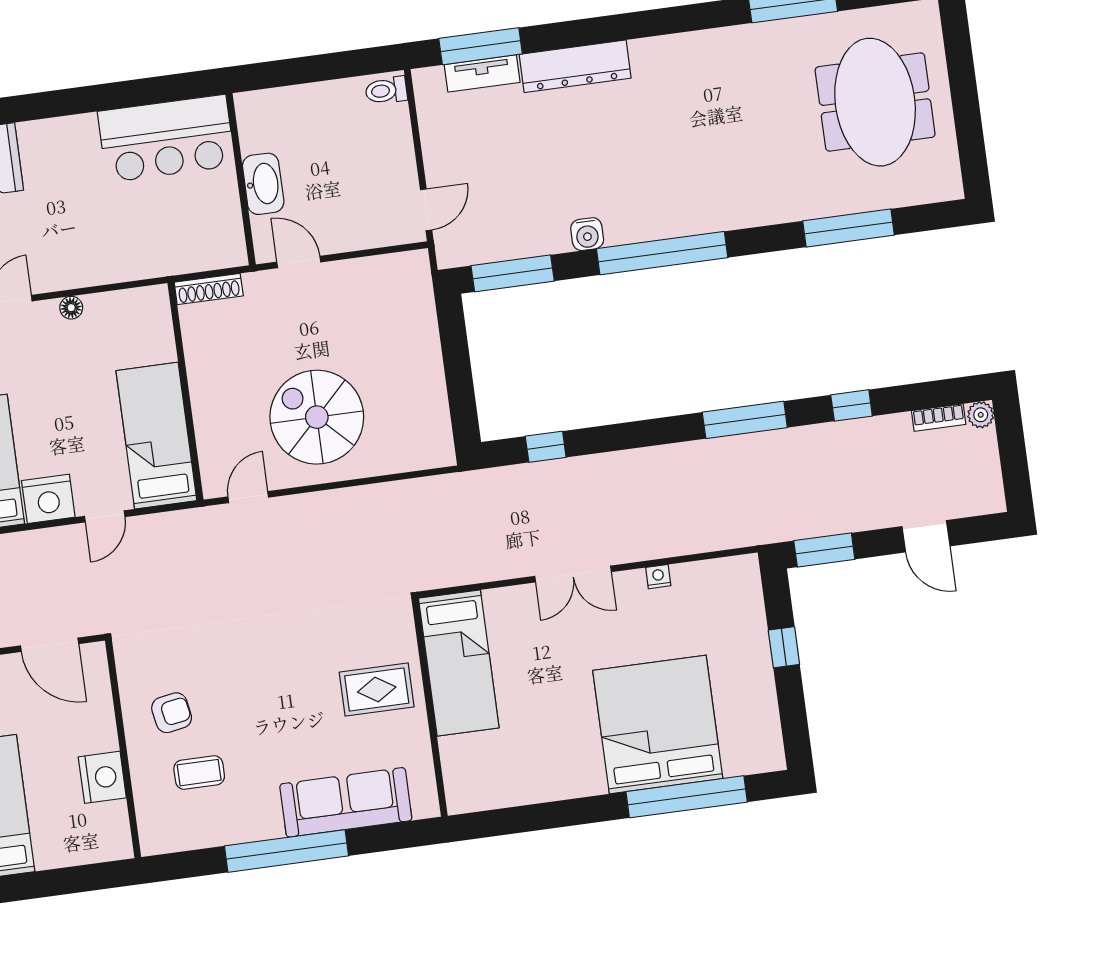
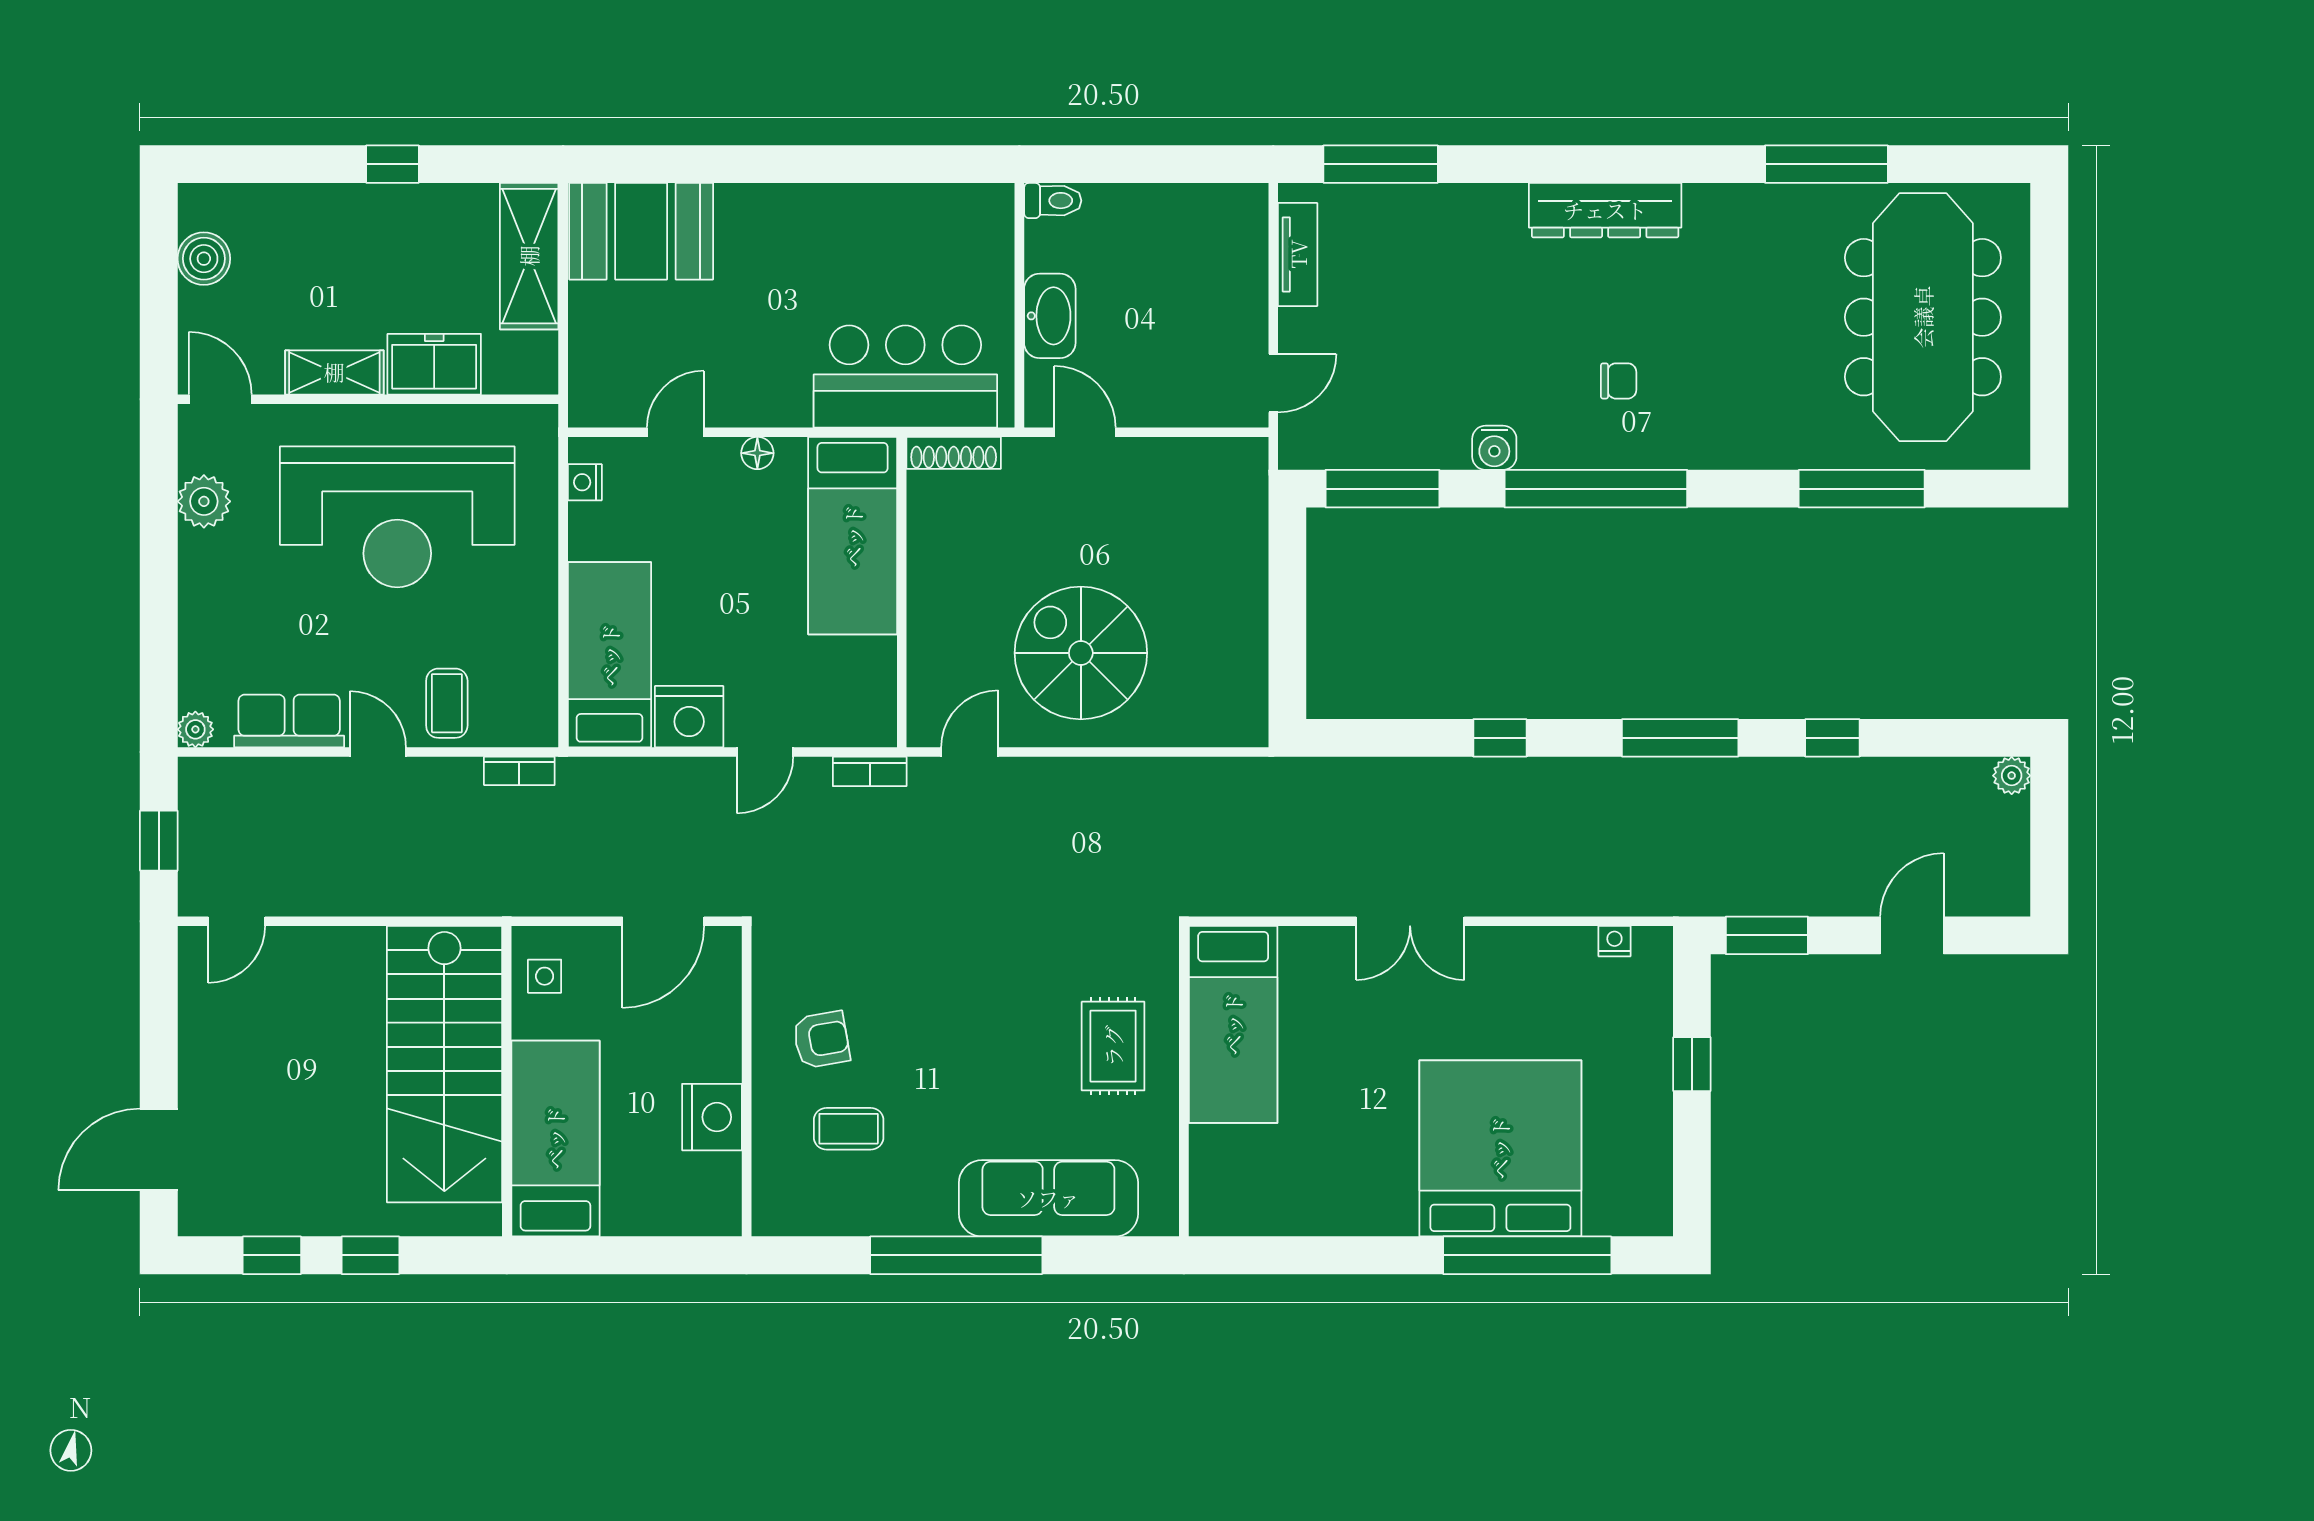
dresser: (575, 66) -> (1605, 210), moved
tv unit: (482, 73) -> (1298, 254), moved, turned -90
toilet: (386, 90) -> (1053, 201), moved, turned 180
meeting table: (875, 102) -> (1923, 317), width x1.36
bar counter: (166, 138) -> (905, 376), moved, turned 180
chair: (668, 176) -> (1619, 381), added
bookcase: (939, 418) -> (870, 771), moved
bed: (156, 436) -> (853, 536), moved, turned 180
window: (546, 447) -> (1500, 738), moved
door: (926, 536) -> (1912, 935), swing flipped
nightstand: (658, 577) -> (1614, 941), moved
door: (50, 645) -> (663, 921), hinge flipped
rug: (377, 690) -> (1113, 1046), turned 90

